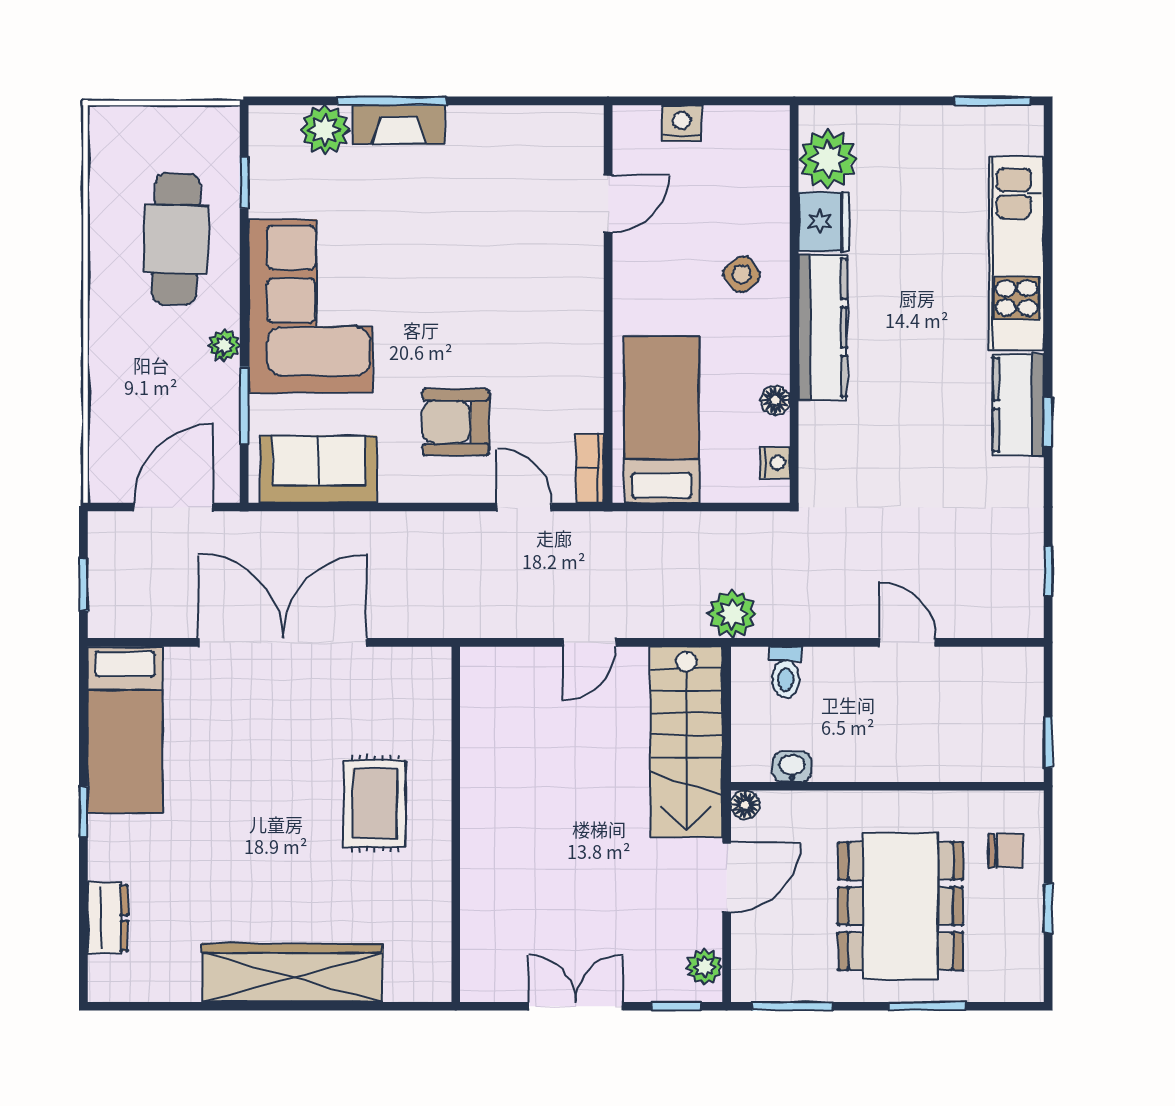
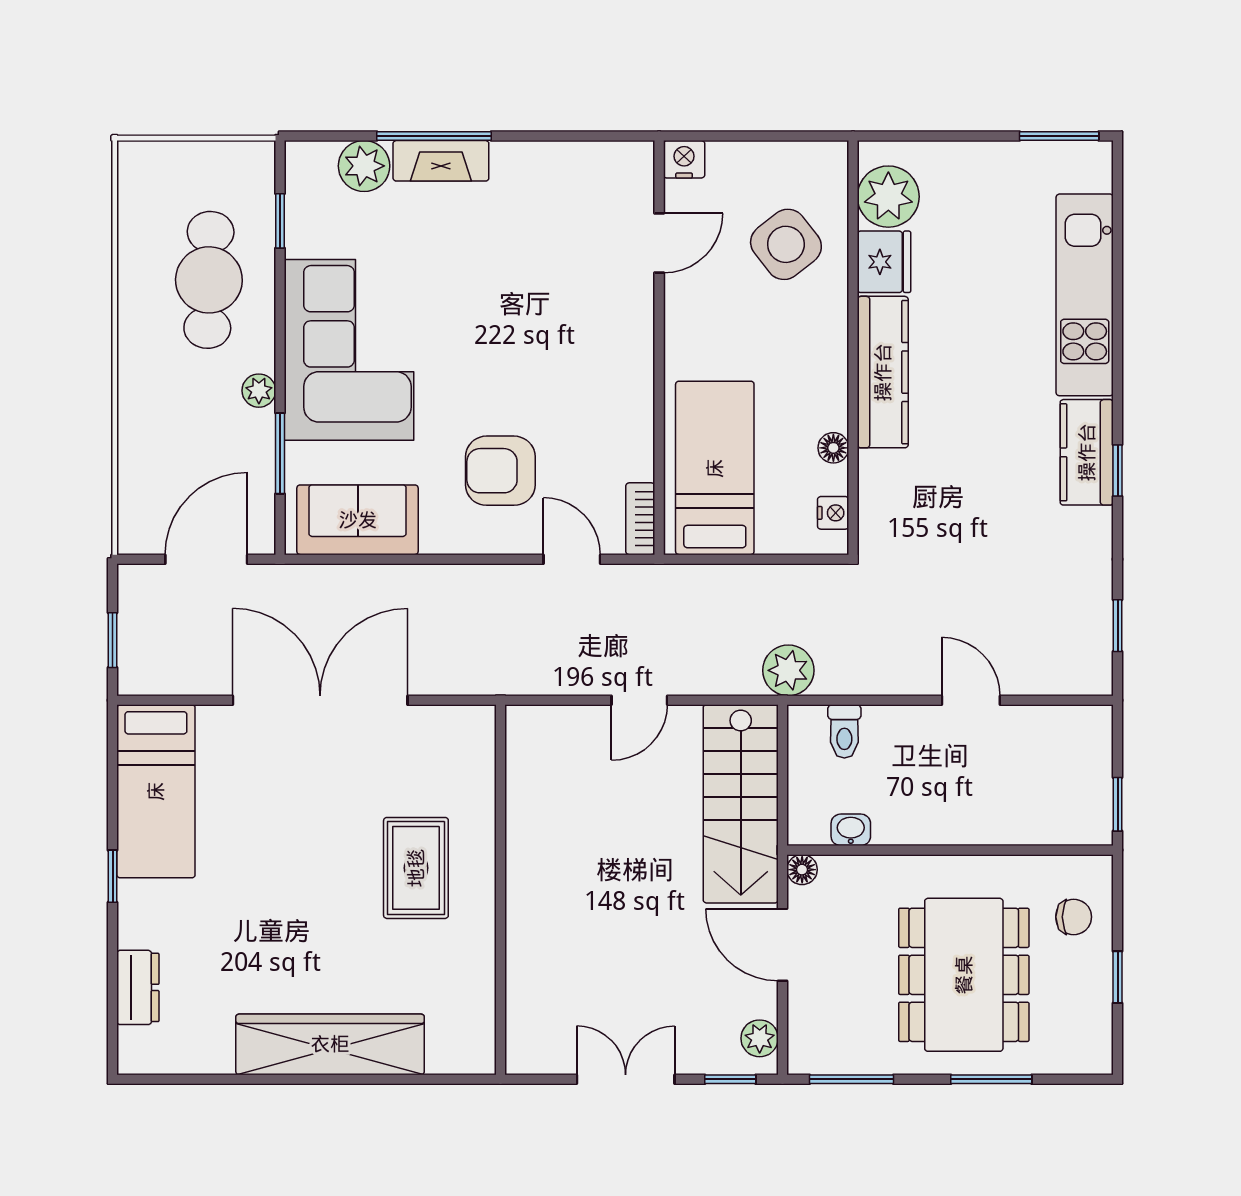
nightstand: (682, 123) -> (684, 159), moved
side table: (742, 274) -> (786, 244), moved, width x1.87, depth x1.87
door: (727, 877) -> (783, 945), swing flipped

